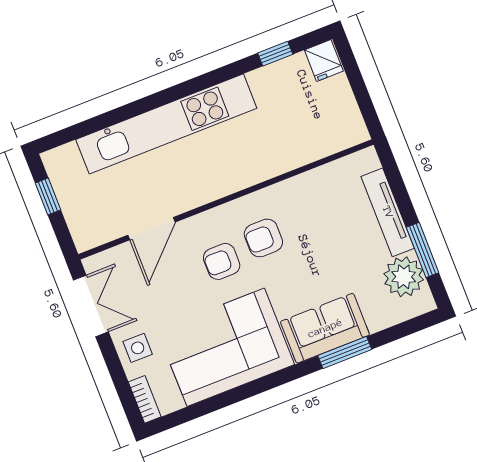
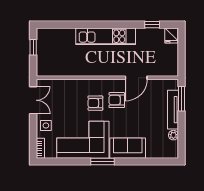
kitchen unit: (166, 124) -> (106, 36), width x0.73
door: (151, 229) -> (136, 78), moved
window: (423, 250) -> (181, 99), moved
plant: (404, 277) -> (173, 135), width x0.53, depth x0.53
window: (345, 353) -> (102, 161), moved

